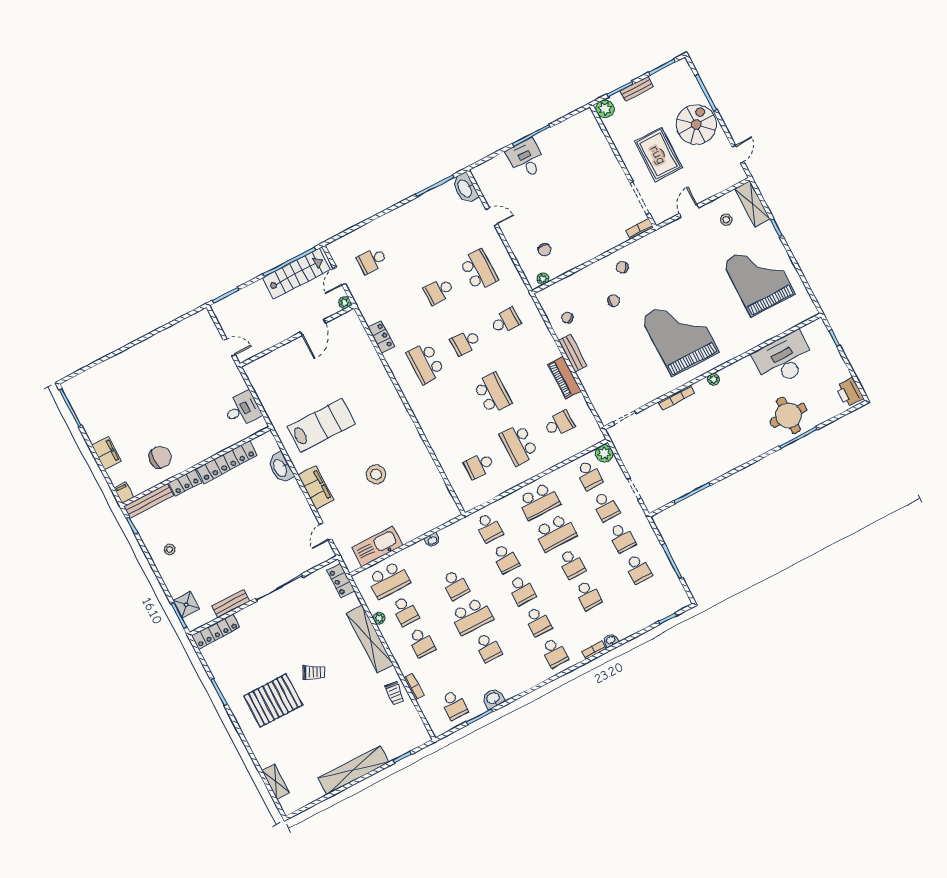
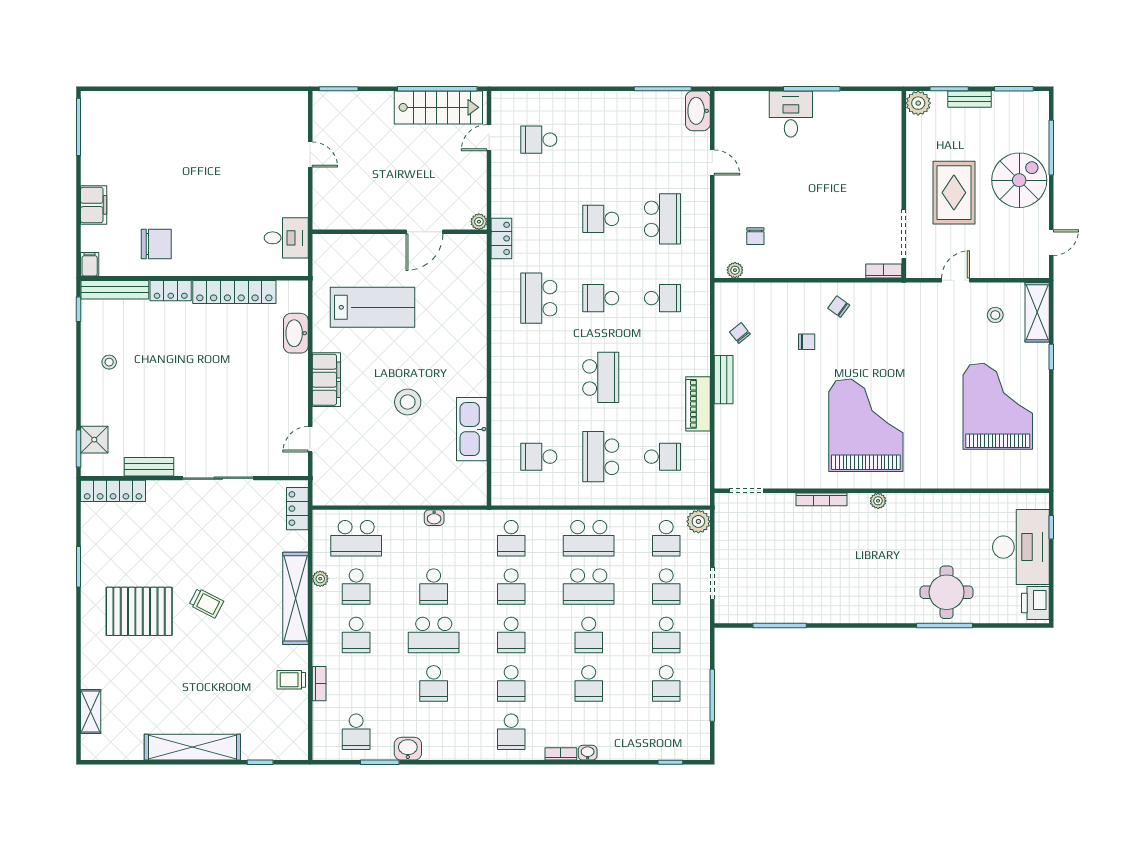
plant: (345, 303) -> (479, 222), moved
door: (313, 328) -> (424, 232), moved
wall: (297, 336) -> (400, 232), moved
desk: (784, 359) -> (1021, 547), moved, turned 90
kitchen sink: (377, 546) -> (472, 429), moved, turned -90
trolley: (395, 693) -> (291, 680), turned 84

